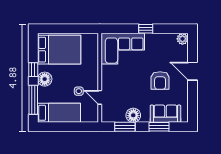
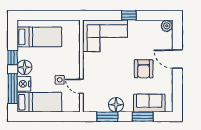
bed: (59, 50) -> (39, 37), width x0.67
nightstand: (44, 95) -> (24, 84), added

